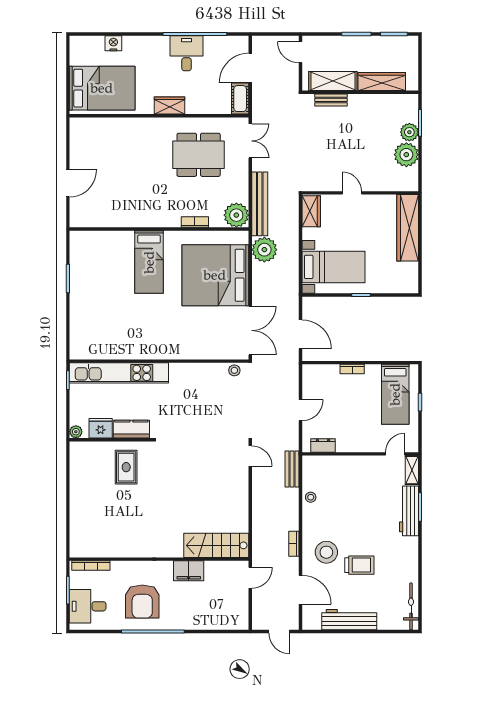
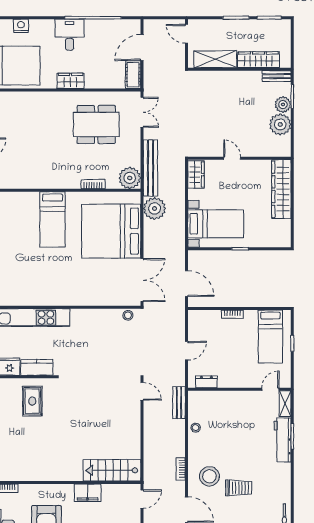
desk: (187, 53) -> (69, 35), moved
bench: (331, 100) -> (277, 76), moved

